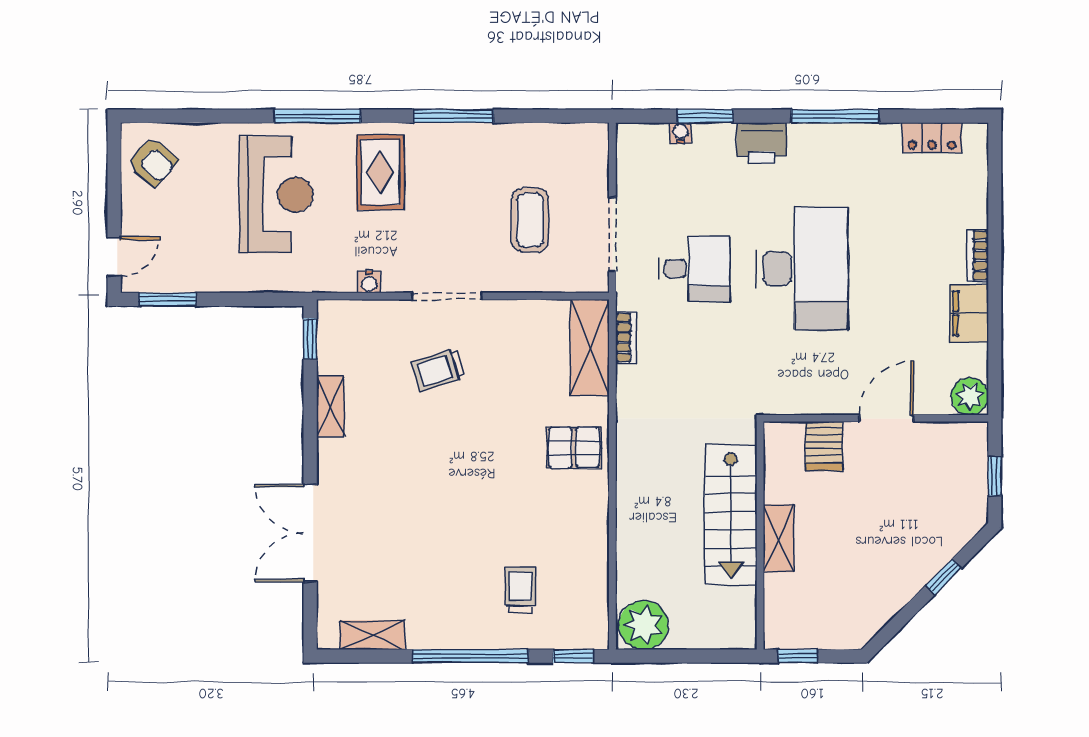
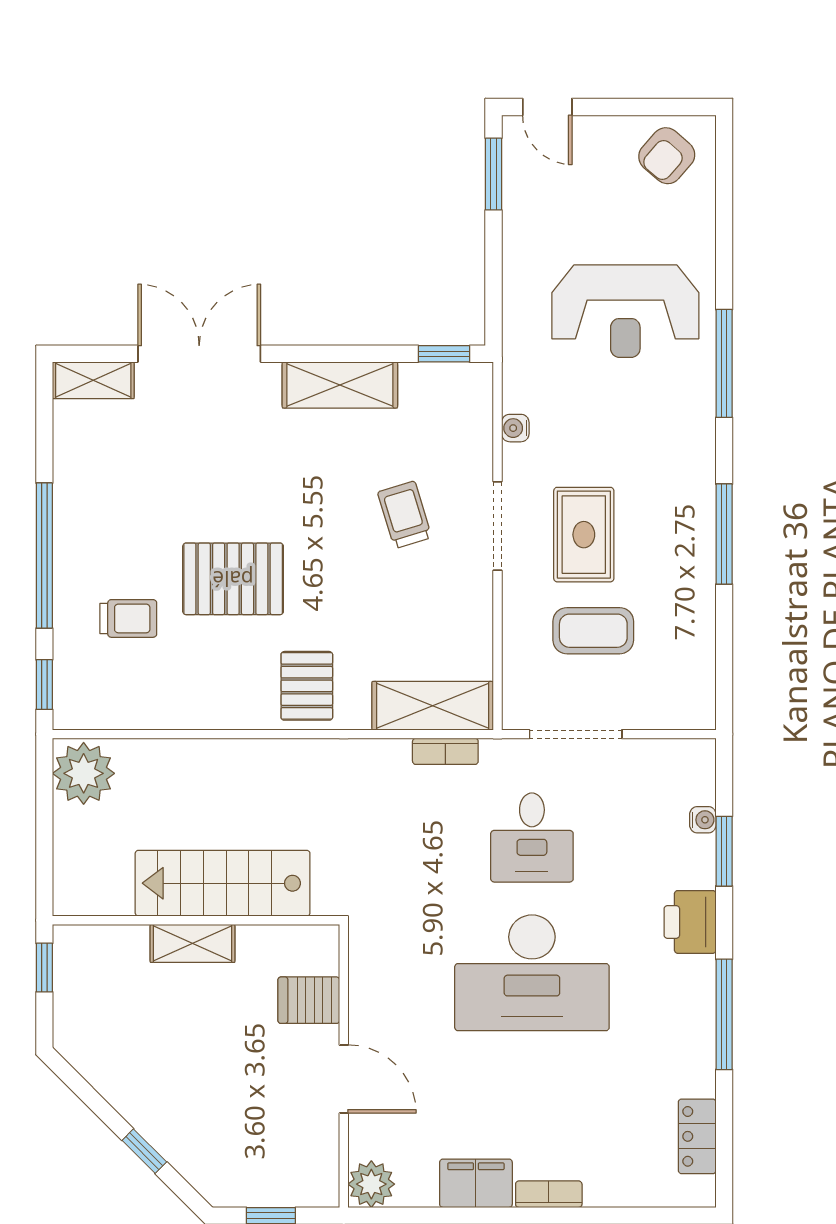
rug: (380, 172) -> (584, 535), moved, turned 90
shelving: (330, 406) -> (340, 385), width x1.50, depth x1.33
pallet: (489, 506) -> (233, 579), added
shelving: (372, 635) -> (93, 380), moved, turned 90

